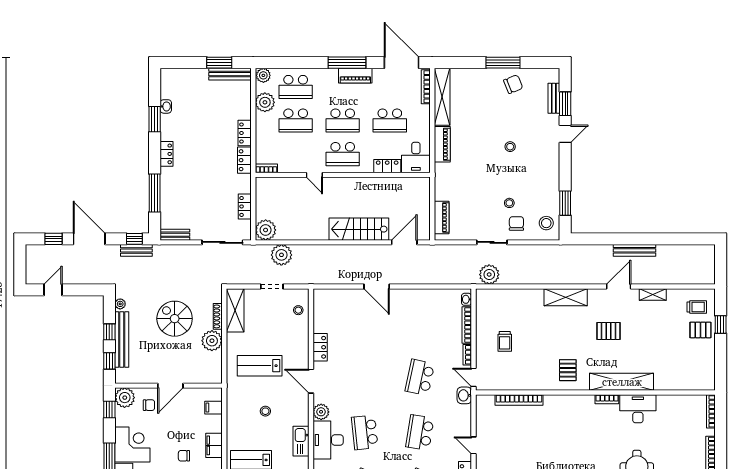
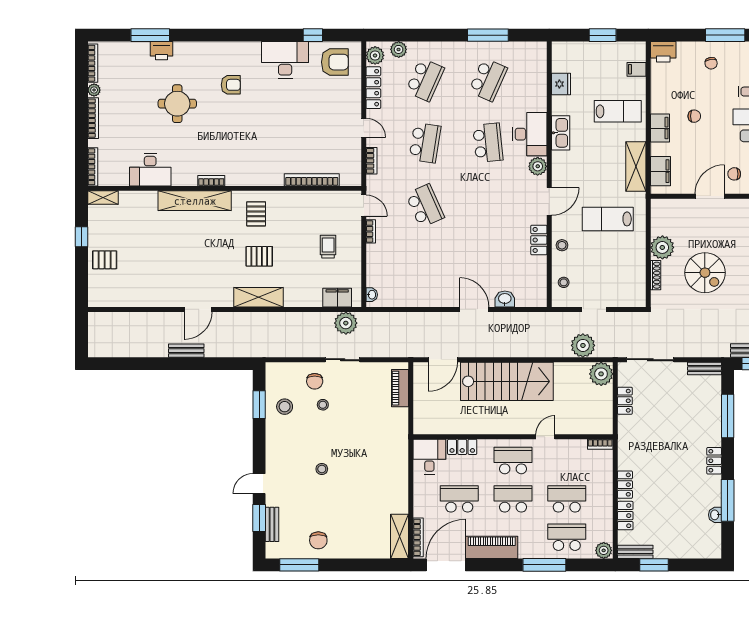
window: (347, 63) -> (544, 565), moved
door: (402, 63) -> (446, 565), swing flipped
window: (503, 63) -> (299, 565), moved
bench: (230, 74) -> (635, 552), width x0.73
piano: (355, 76) -> (492, 547), width x1.37, depth x1.33
chair: (513, 84) -> (318, 540), turned -68
shelving: (442, 97) -> (400, 536), width x0.68
plant: (265, 102) -> (602, 520), removed
window: (155, 119) -> (728, 500), width x1.44
piano: (442, 144) -> (399, 472), removed
locker: (244, 160) -> (625, 516), moved
door: (314, 175) -> (545, 437), hinge flipped
stool: (546, 223) -> (285, 407), moved
stairs: (359, 229) -> (507, 381), width x1.36, depth x1.51
bench: (634, 250) -> (186, 351), width x0.73
shelving: (653, 294) -> (103, 198), moved
filing cabinet: (497, 297) -> (337, 298), added
trolley: (697, 307) -> (109, 286), removed
shelving: (235, 310) -> (636, 166), moved
bookcase: (467, 325) -> (371, 161), moved, width x0.64
window: (721, 325) -> (81, 237), moved
pallet: (609, 331) -> (259, 256), moved
lab bench: (260, 366) -> (608, 219), turned 180
school desk: (420, 377) -> (425, 206), turned -36
door: (311, 381) -> (549, 201), hinge flipped
washbasin: (464, 395) -> (505, 299), moved, turned -90
filing cabinet: (214, 408) -> (660, 171), width x2.00
desk: (638, 409) -> (150, 170), moved
stool: (265, 411) -> (562, 245), moved

